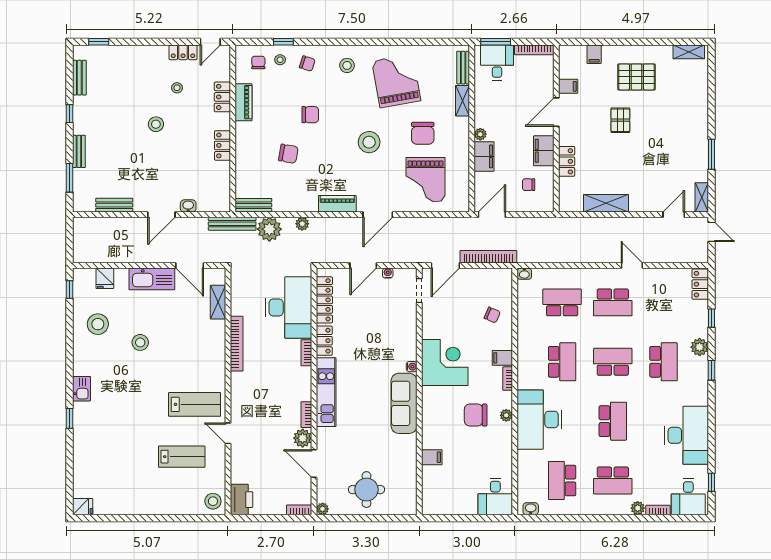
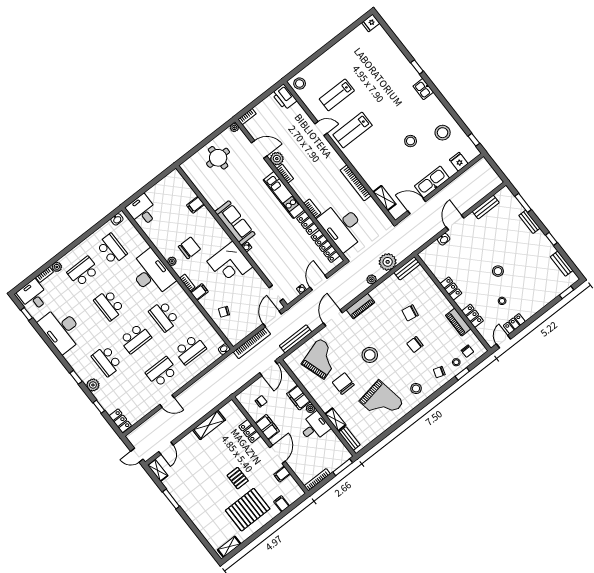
desk: (497, 63) -> (314, 427), moved, turned -90
pallet: (636, 77) -> (248, 510), width x1.37, depth x1.41
grand piano: (426, 180) -> (321, 359), turned 72
bench: (232, 224) -> (296, 339), moved

